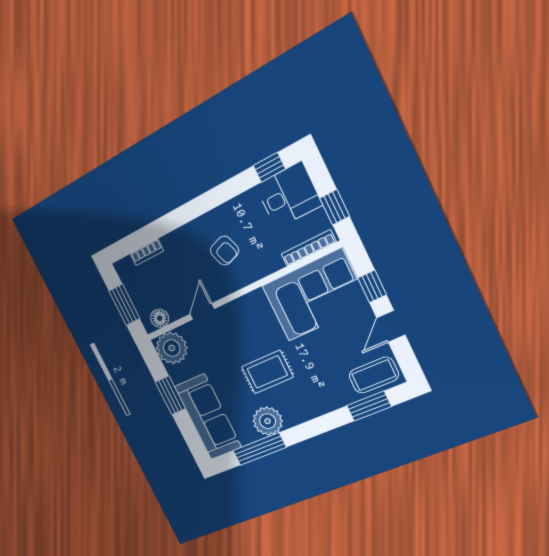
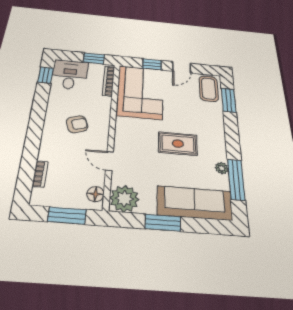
door: (391, 326) -> (182, 67), hinge flipped
rug: (267, 372) -> (178, 144), turned 90
plant: (268, 421) -> (222, 168), width x0.53, depth x0.53

